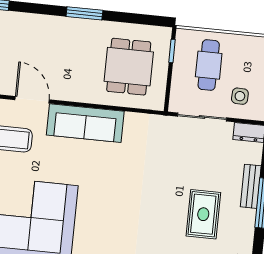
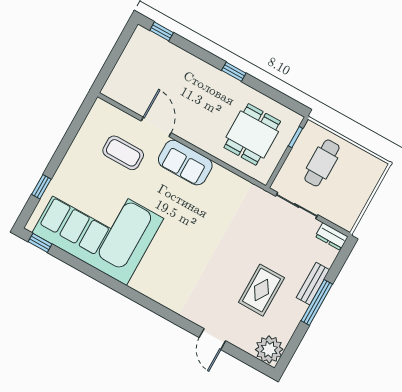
window: (84, 13) -> (234, 72), width x0.67
side table: (240, 96) -> (337, 202), removed
sofa: (85, 123) -> (185, 163), width x0.73

